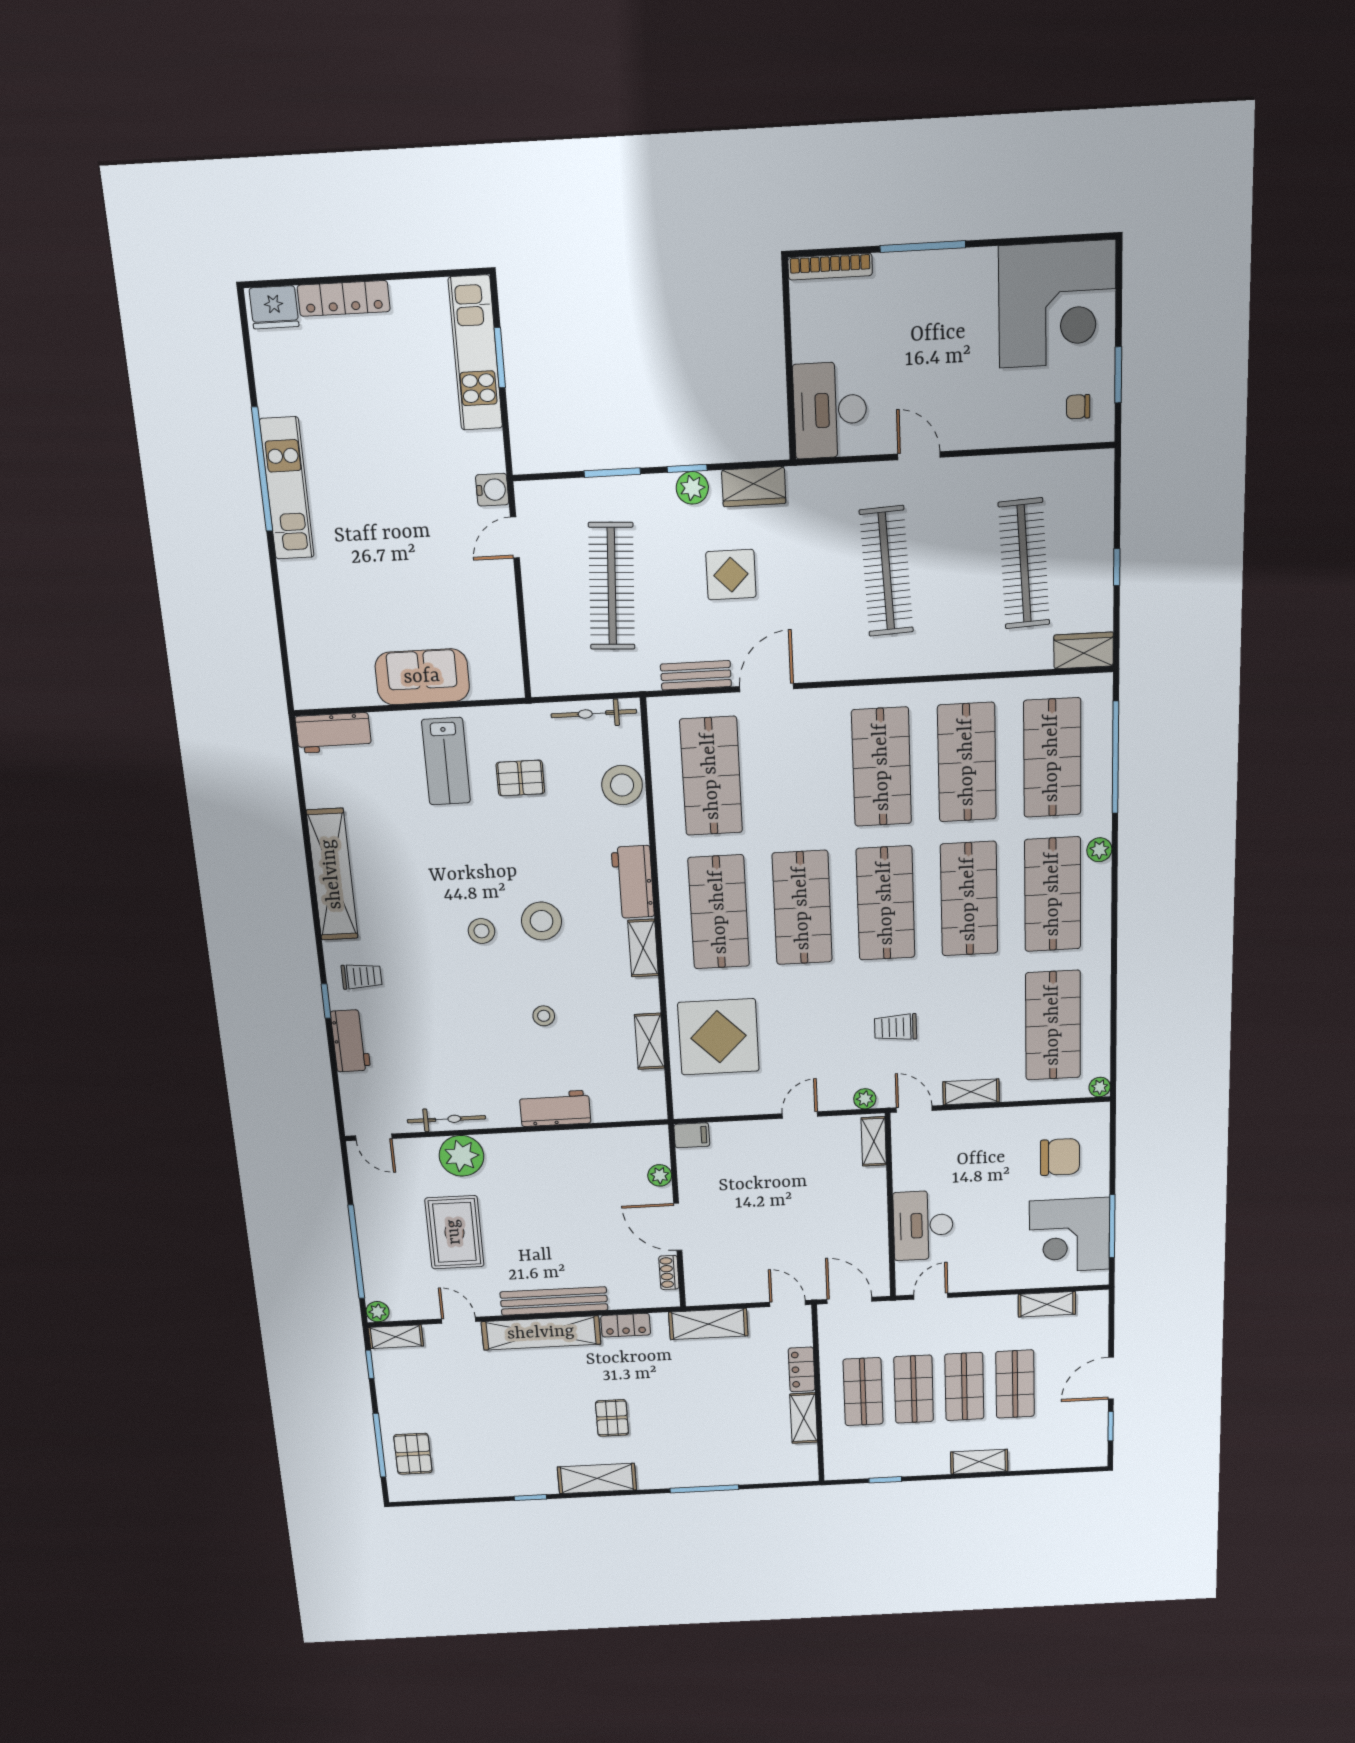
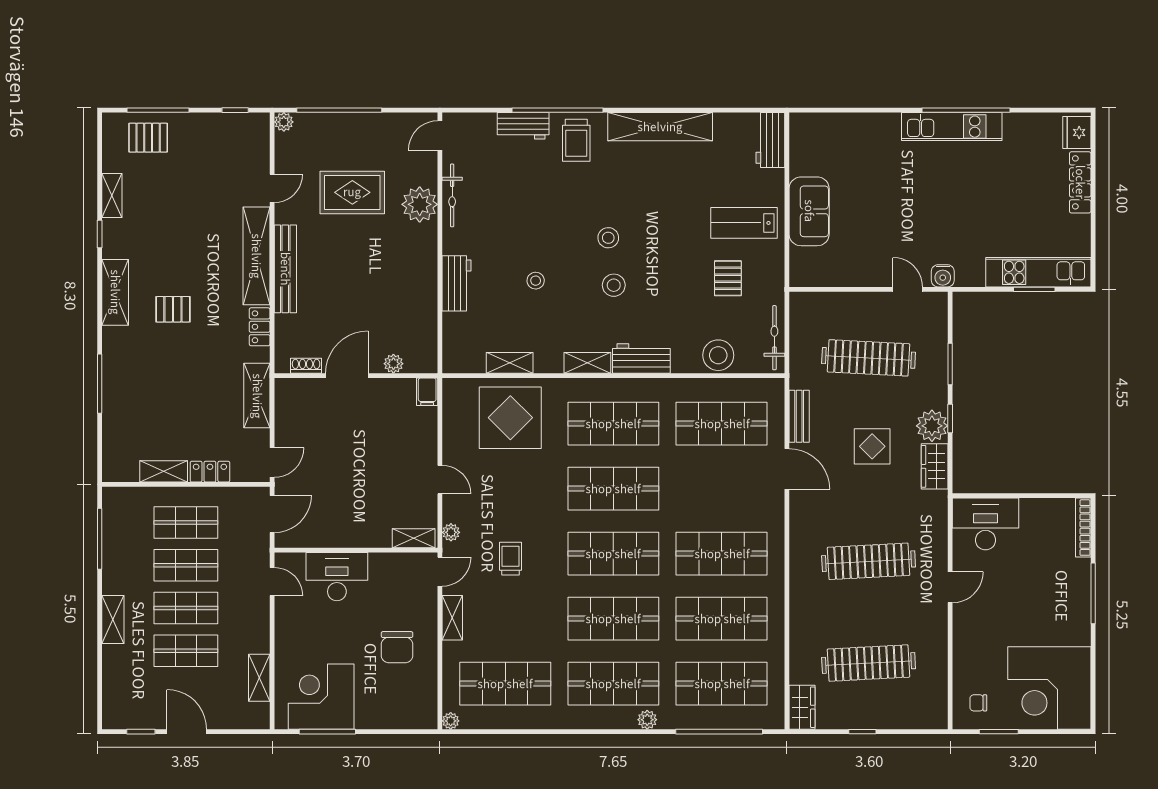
chair: (1078, 407) -> (978, 703), turned -90
plant: (692, 488) -> (932, 426), width x1.36, depth x1.36
stool: (542, 921) -> (614, 285), width x0.73, depth x0.73
trolley: (362, 976) -> (576, 140), width x1.36, depth x1.39
window: (326, 1001) -> (557, 110), width x3.17
chair: (1060, 1157) -> (397, 647), moved
shelving: (396, 1337) -> (112, 195), moved
window: (885, 1480) -> (100, 539), width x2.17

